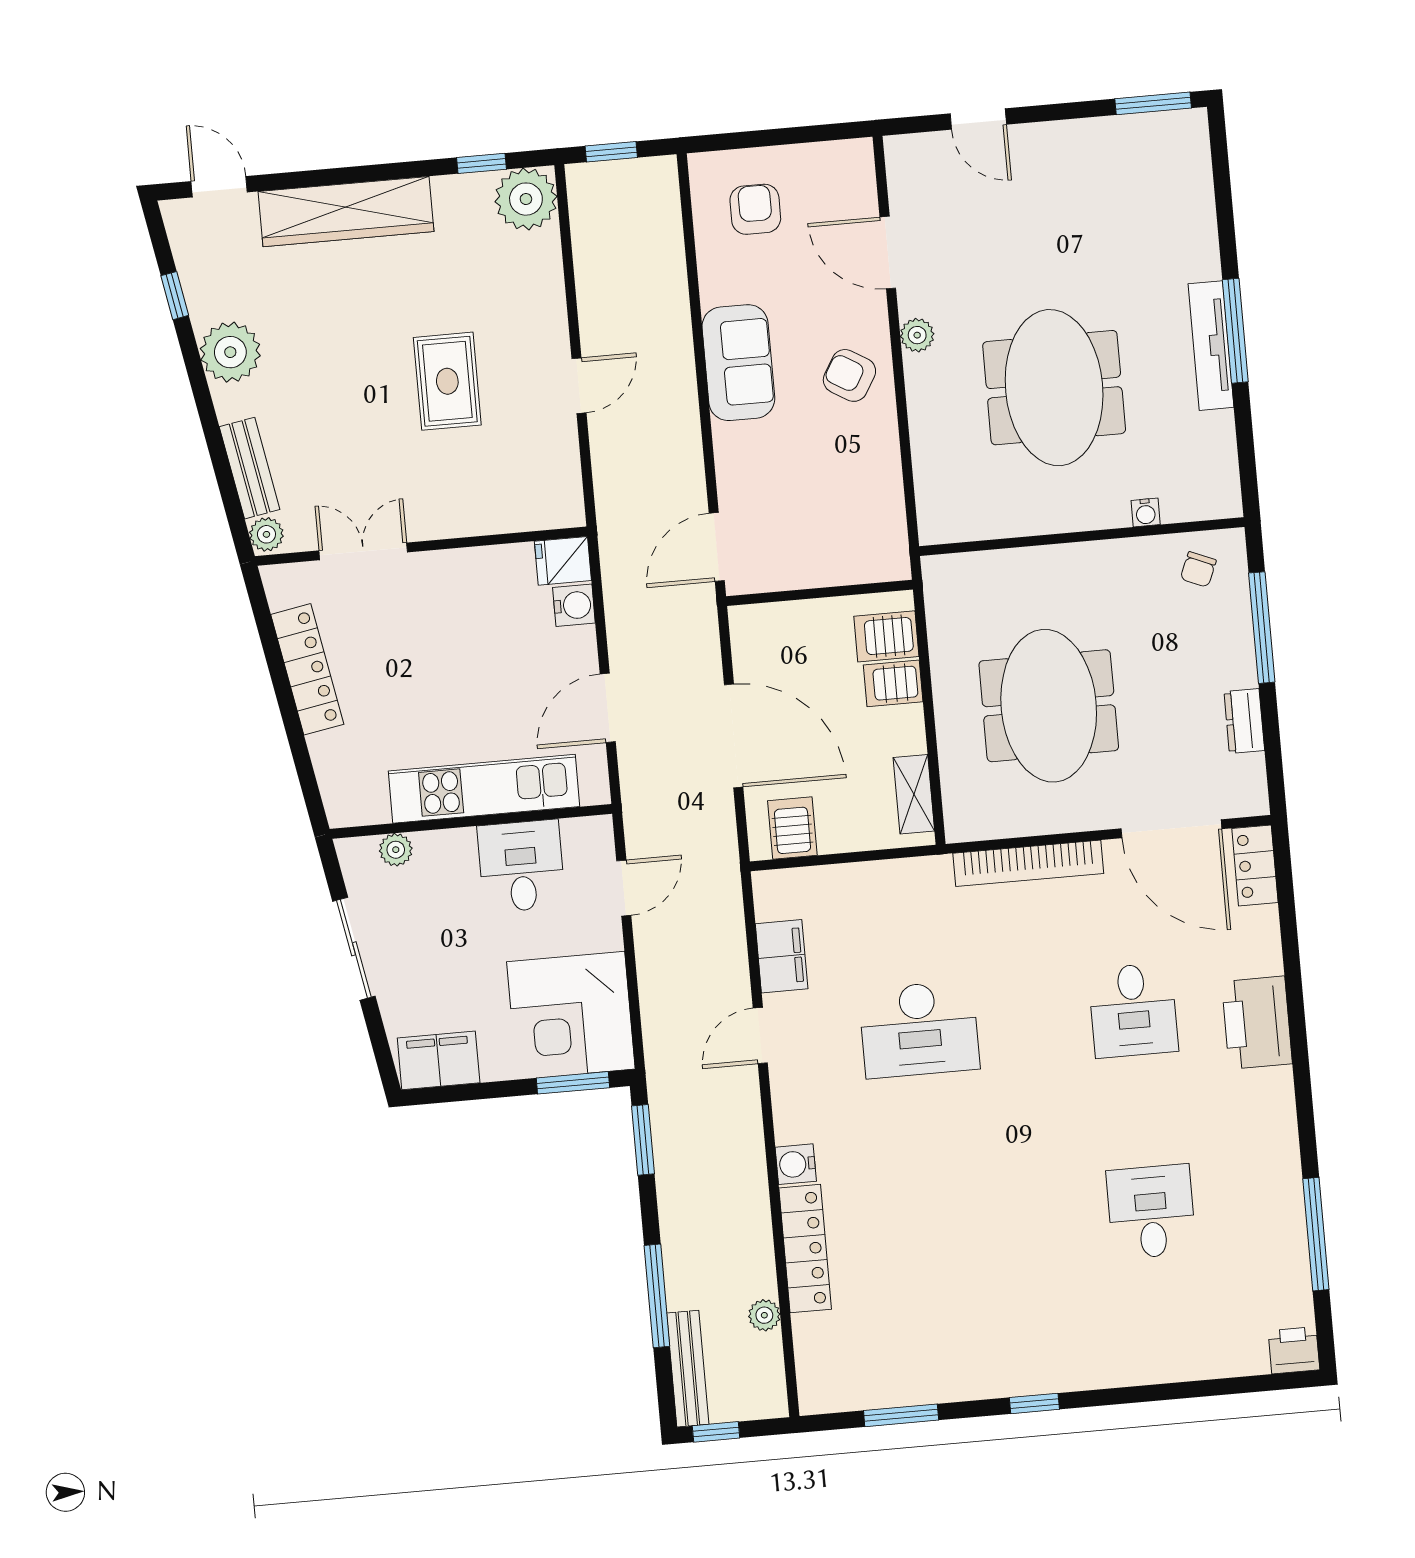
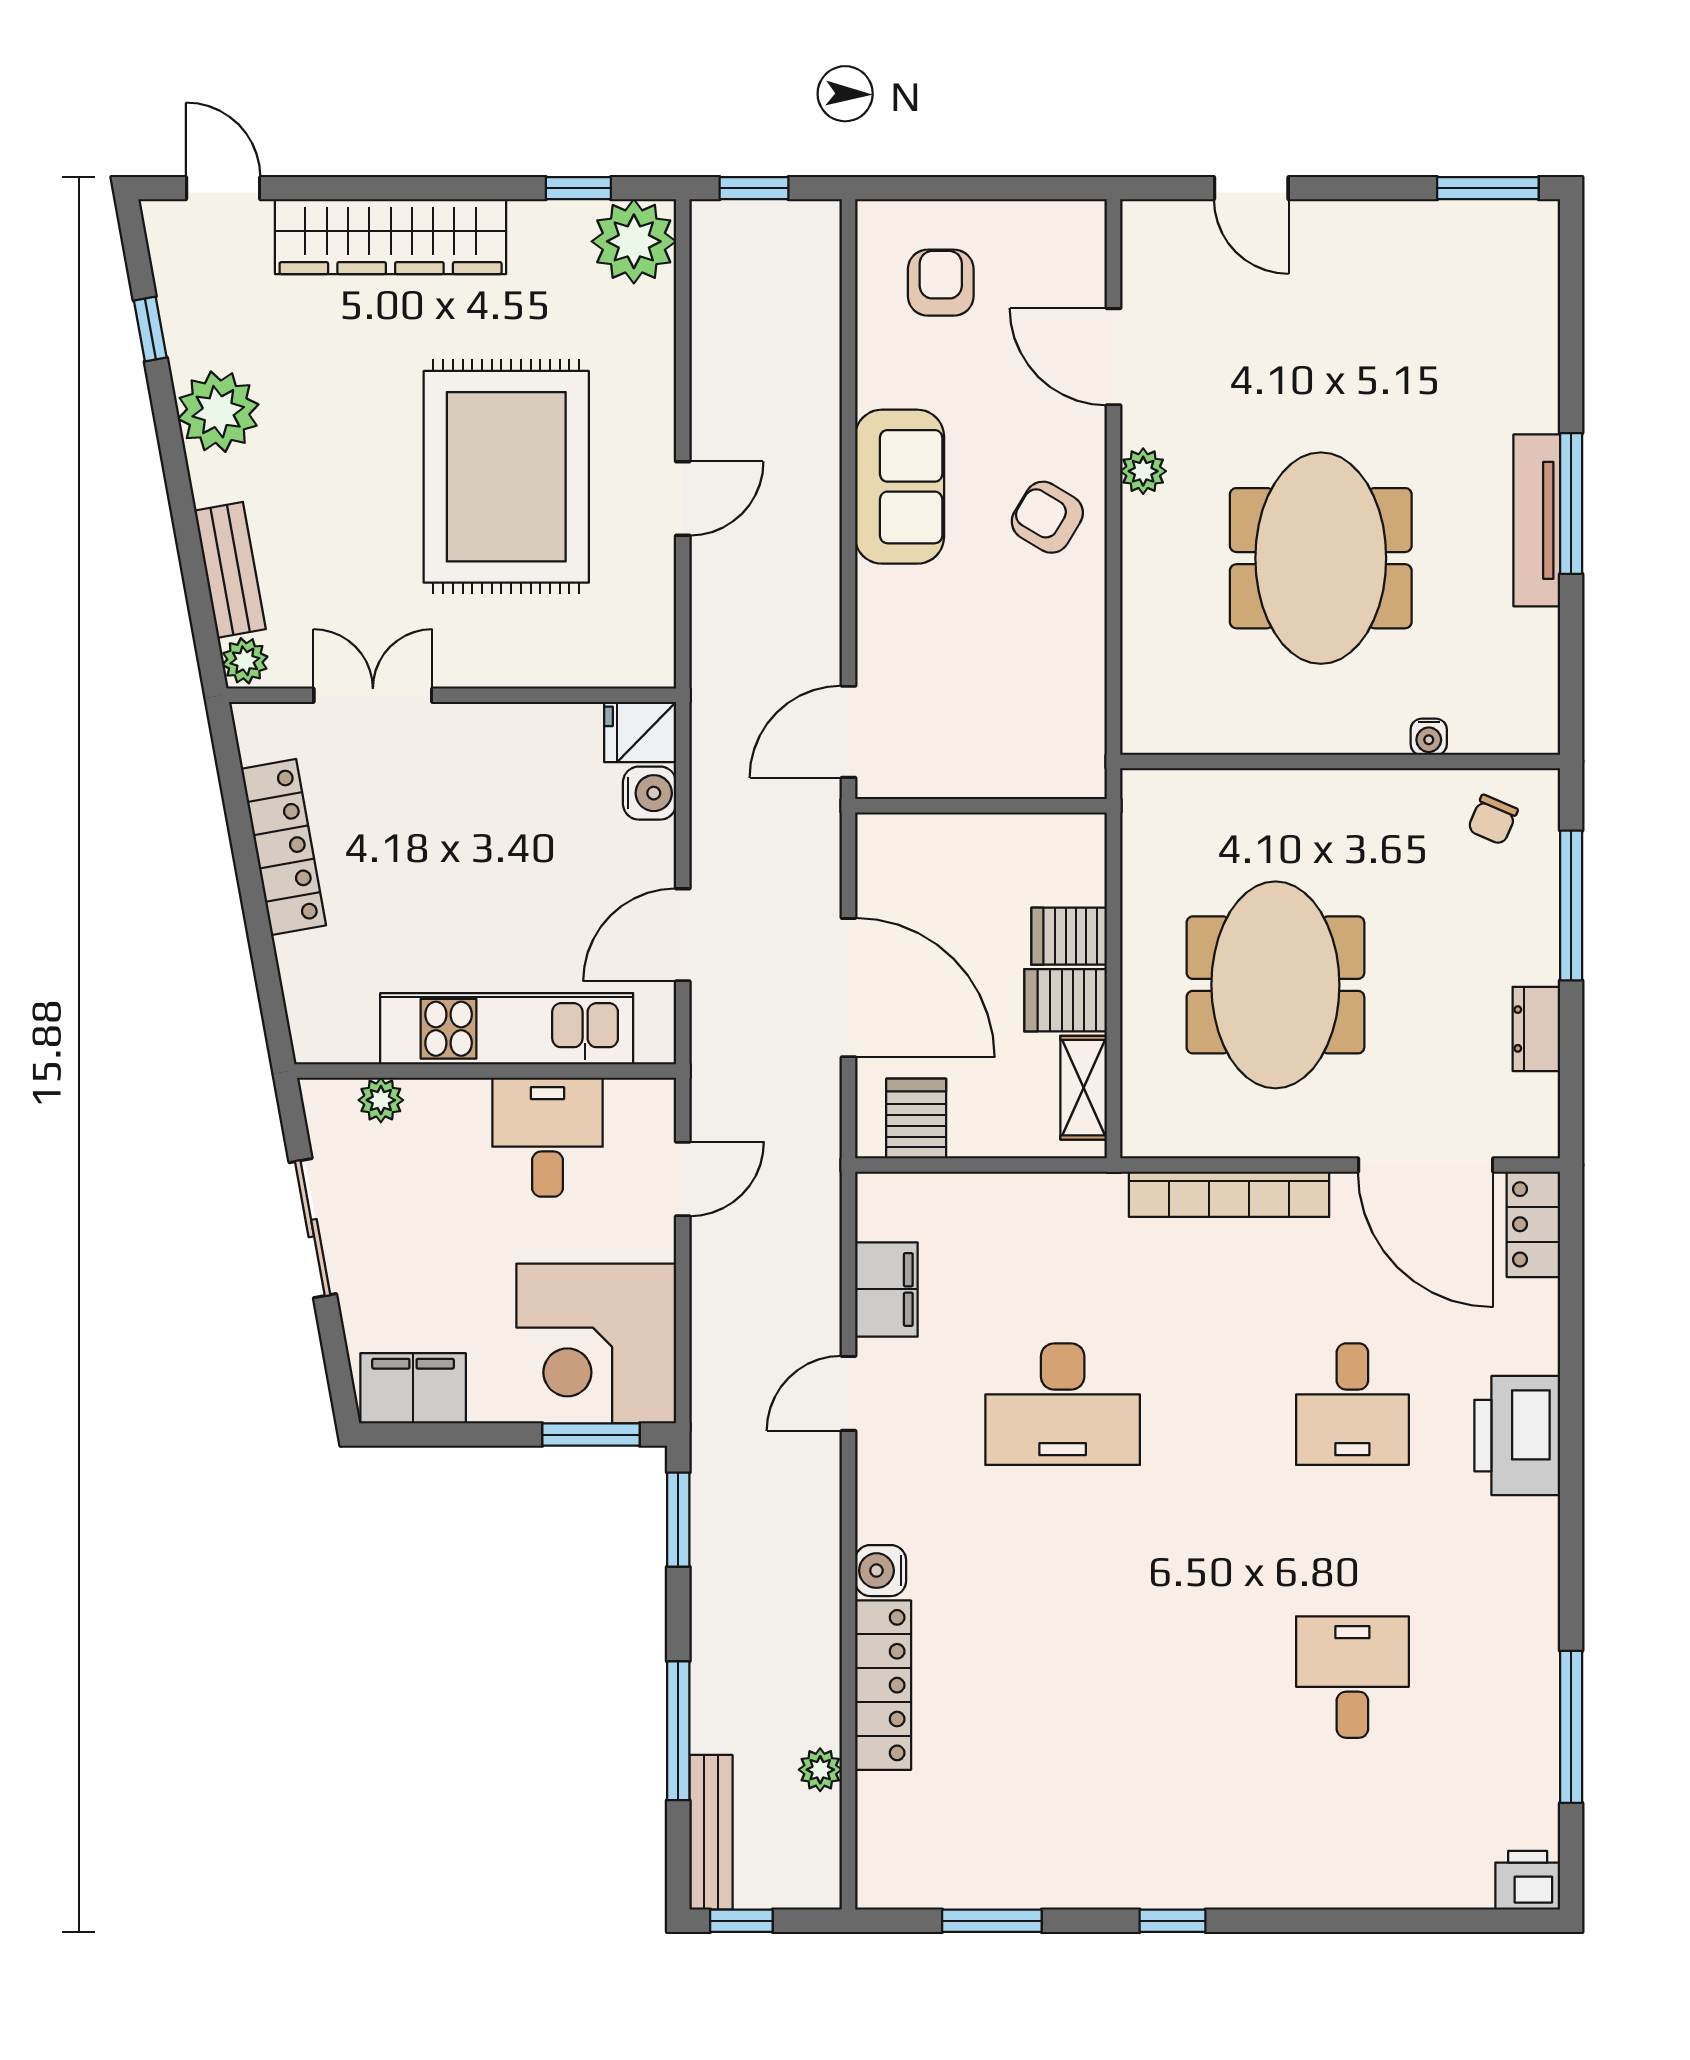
rug: (447, 381) -> (506, 477), width x1.86, depth x2.06
server rack: (886, 636) -> (1066, 1000), moved

